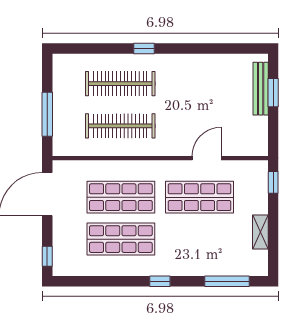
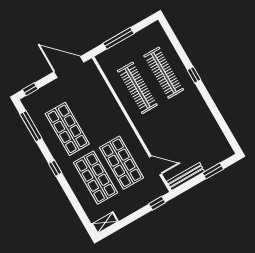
bench: (261, 89) -> (186, 176), moved
door: (207, 158) -> (156, 165), moved
shop shelf: (121, 197) -> (96, 178), moved
shelving: (260, 232) -> (105, 223), moved
window: (227, 281) -> (31, 126), moved

